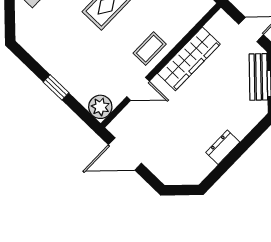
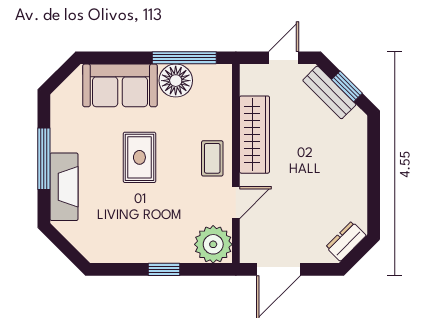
plant: (100, 107) -> (213, 244), width x1.36, depth x1.36
dresser: (223, 147) -> (346, 241), moved, turned 45

